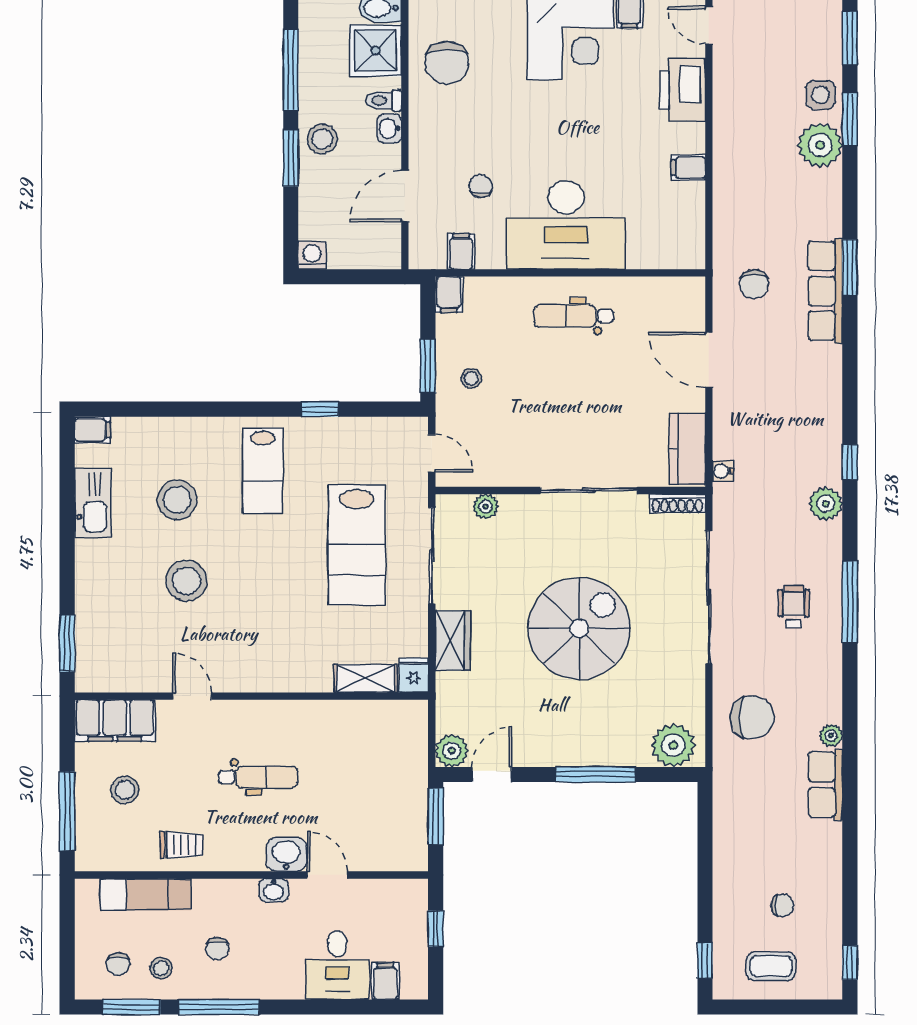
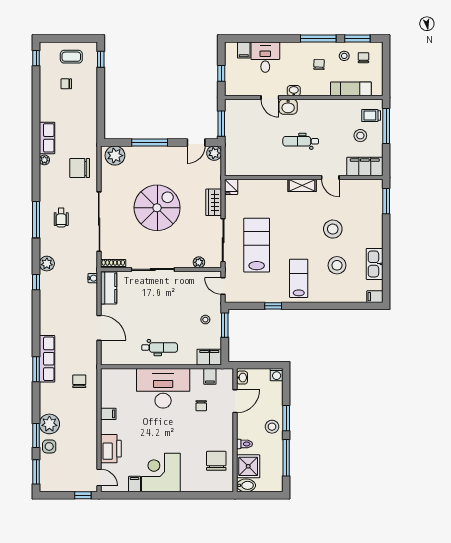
washbasin: (389, 128) -> (242, 378), moved
chair: (754, 284) -> (79, 381), moved
filing cabinet: (449, 295) -> (209, 357), width x2.00
spiral stairs: (579, 628) -> (157, 208), turned 180
shelving: (365, 678) -> (302, 185), moved
trolley: (182, 845) -> (371, 116), moved

